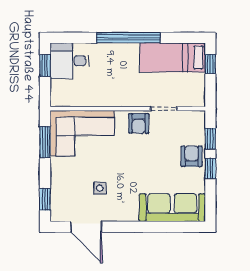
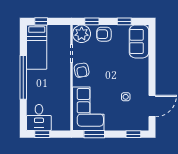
armchair: (139, 123) -> (82, 70), turned 80
plant: (192, 123) -> (82, 34), added
window: (210, 168) -> (124, 21), moved
sofa: (172, 208) -> (139, 41), width x0.73

